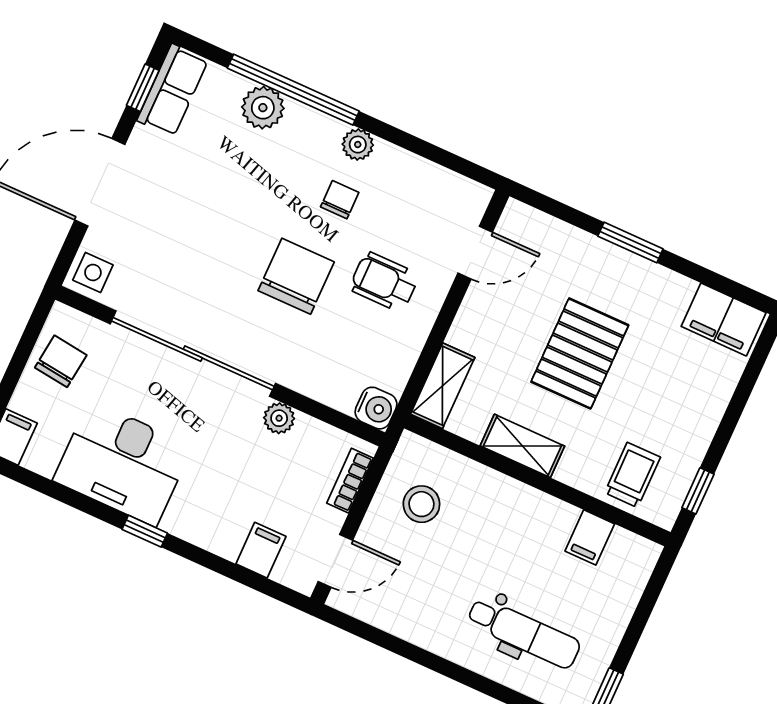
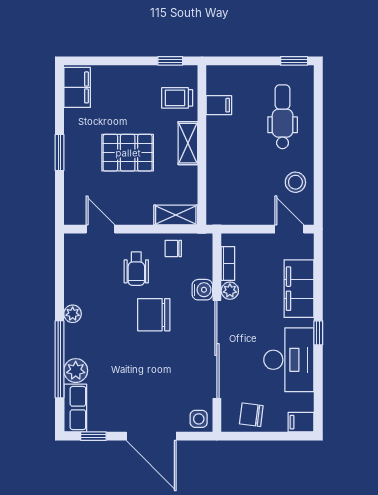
row of seats: (173, 90) -> (75, 408), moved, turned 90
chair: (340, 200) -> (173, 248), moved
water cooler: (376, 408) -> (202, 290), moved, turned 90
shelving: (522, 446) -> (188, 143), moved
bookcase: (350, 481) -> (228, 263), moved, turned -90
stool: (421, 504) -> (295, 182), moved
filing cabinet: (261, 550) -> (299, 289), width x3.00, depth x1.17

